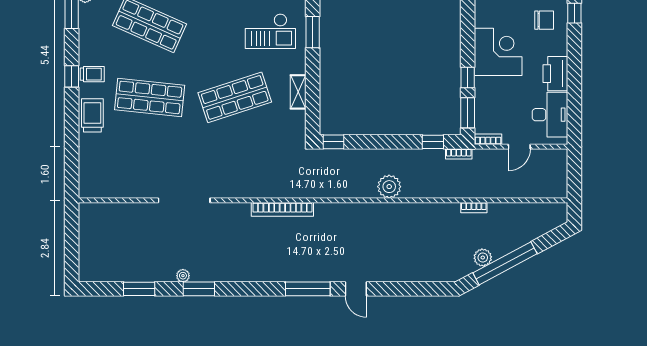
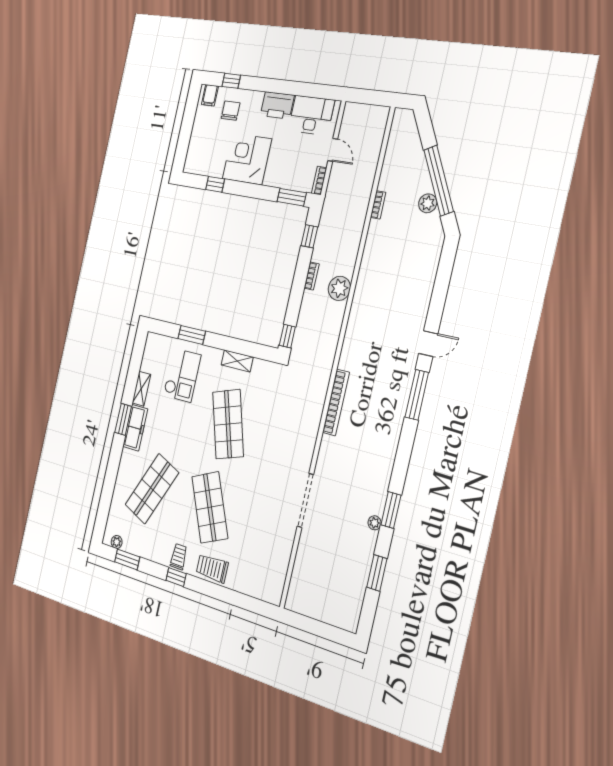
window: (468, 78) -> (215, 184), moved
shop shelf: (150, 97) -> (210, 507), turned -30
bookcase: (459, 154) -> (312, 276), moved

